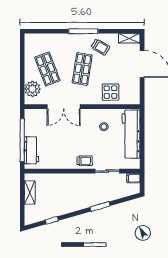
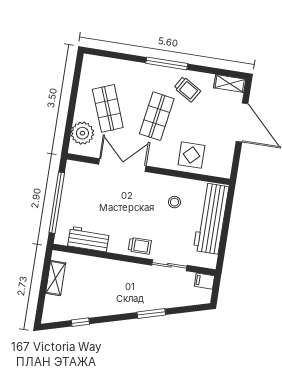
double door: (64, 107) -> (122, 165), swing flipped
workbench: (32, 150) -> (89, 239), moved, turned -90

